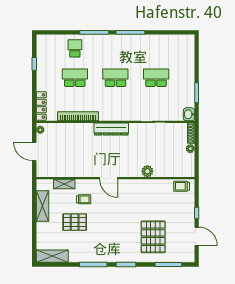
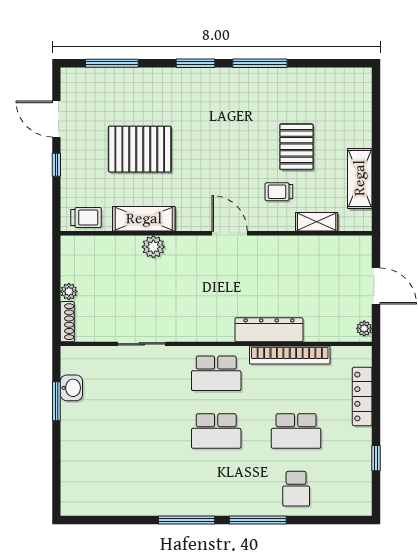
school desk: (156, 78) -> (216, 373), moved
locker: (41, 106) -> (362, 396), moved
washbasin: (189, 114) -> (71, 388), moved
dresser: (111, 129) -> (269, 330), moved
pallet: (75, 222) -> (296, 147), turned 90
pallet: (153, 237) -> (140, 149), moved, turned 90
shelving: (52, 256) -> (144, 219), moved

